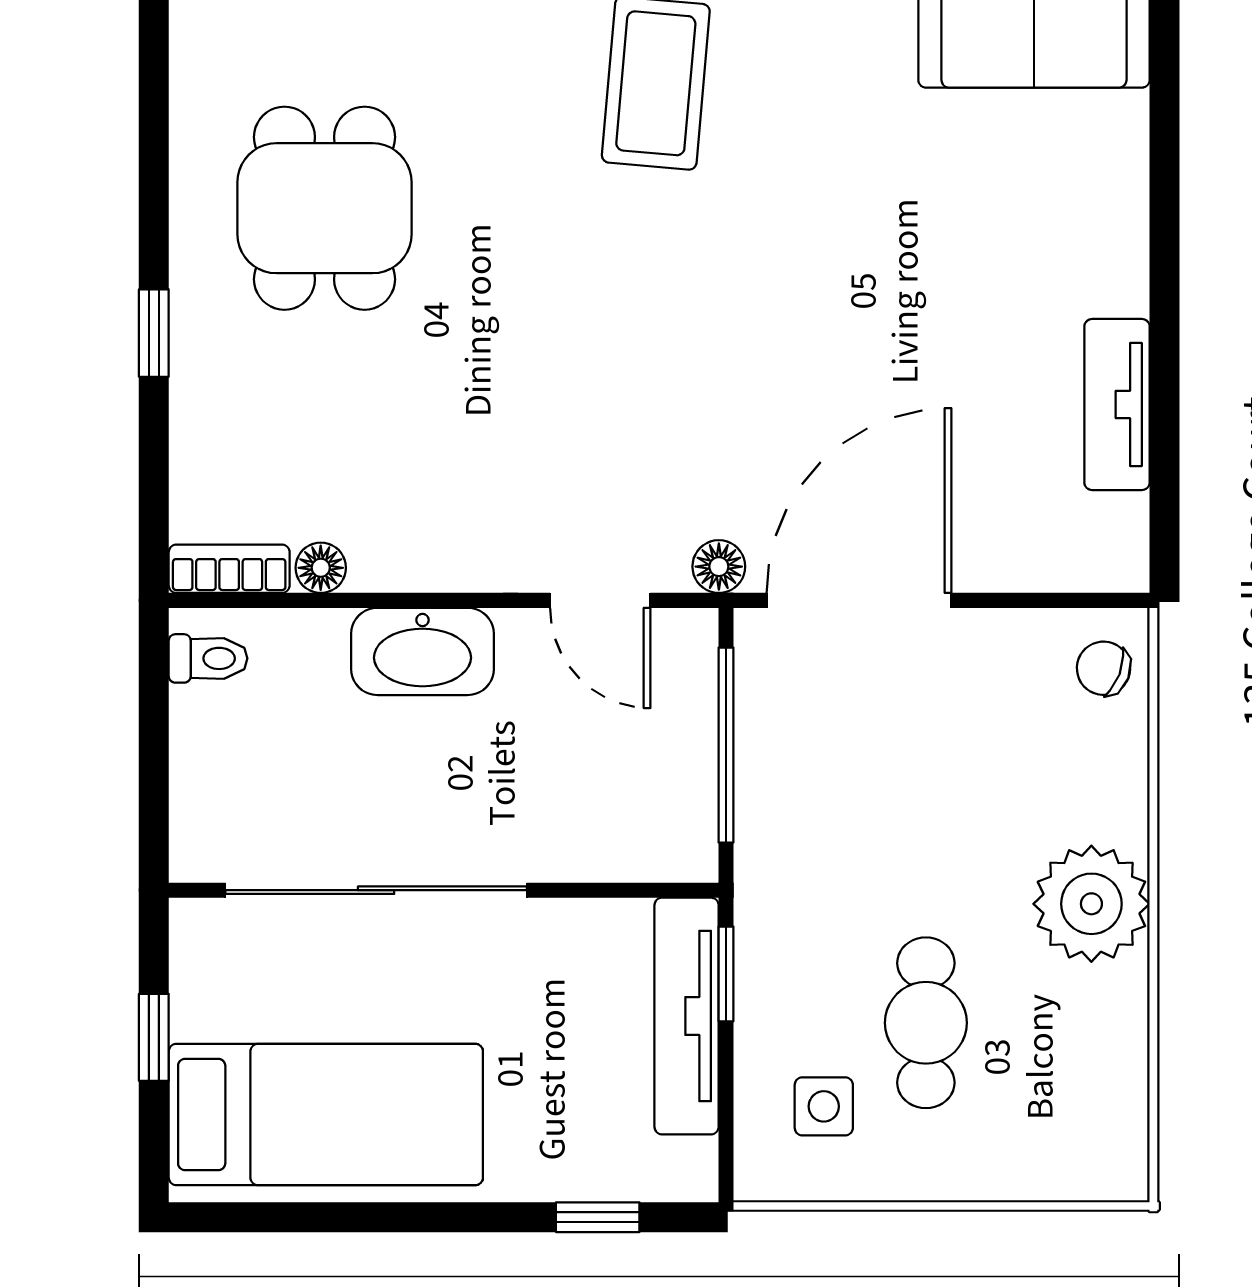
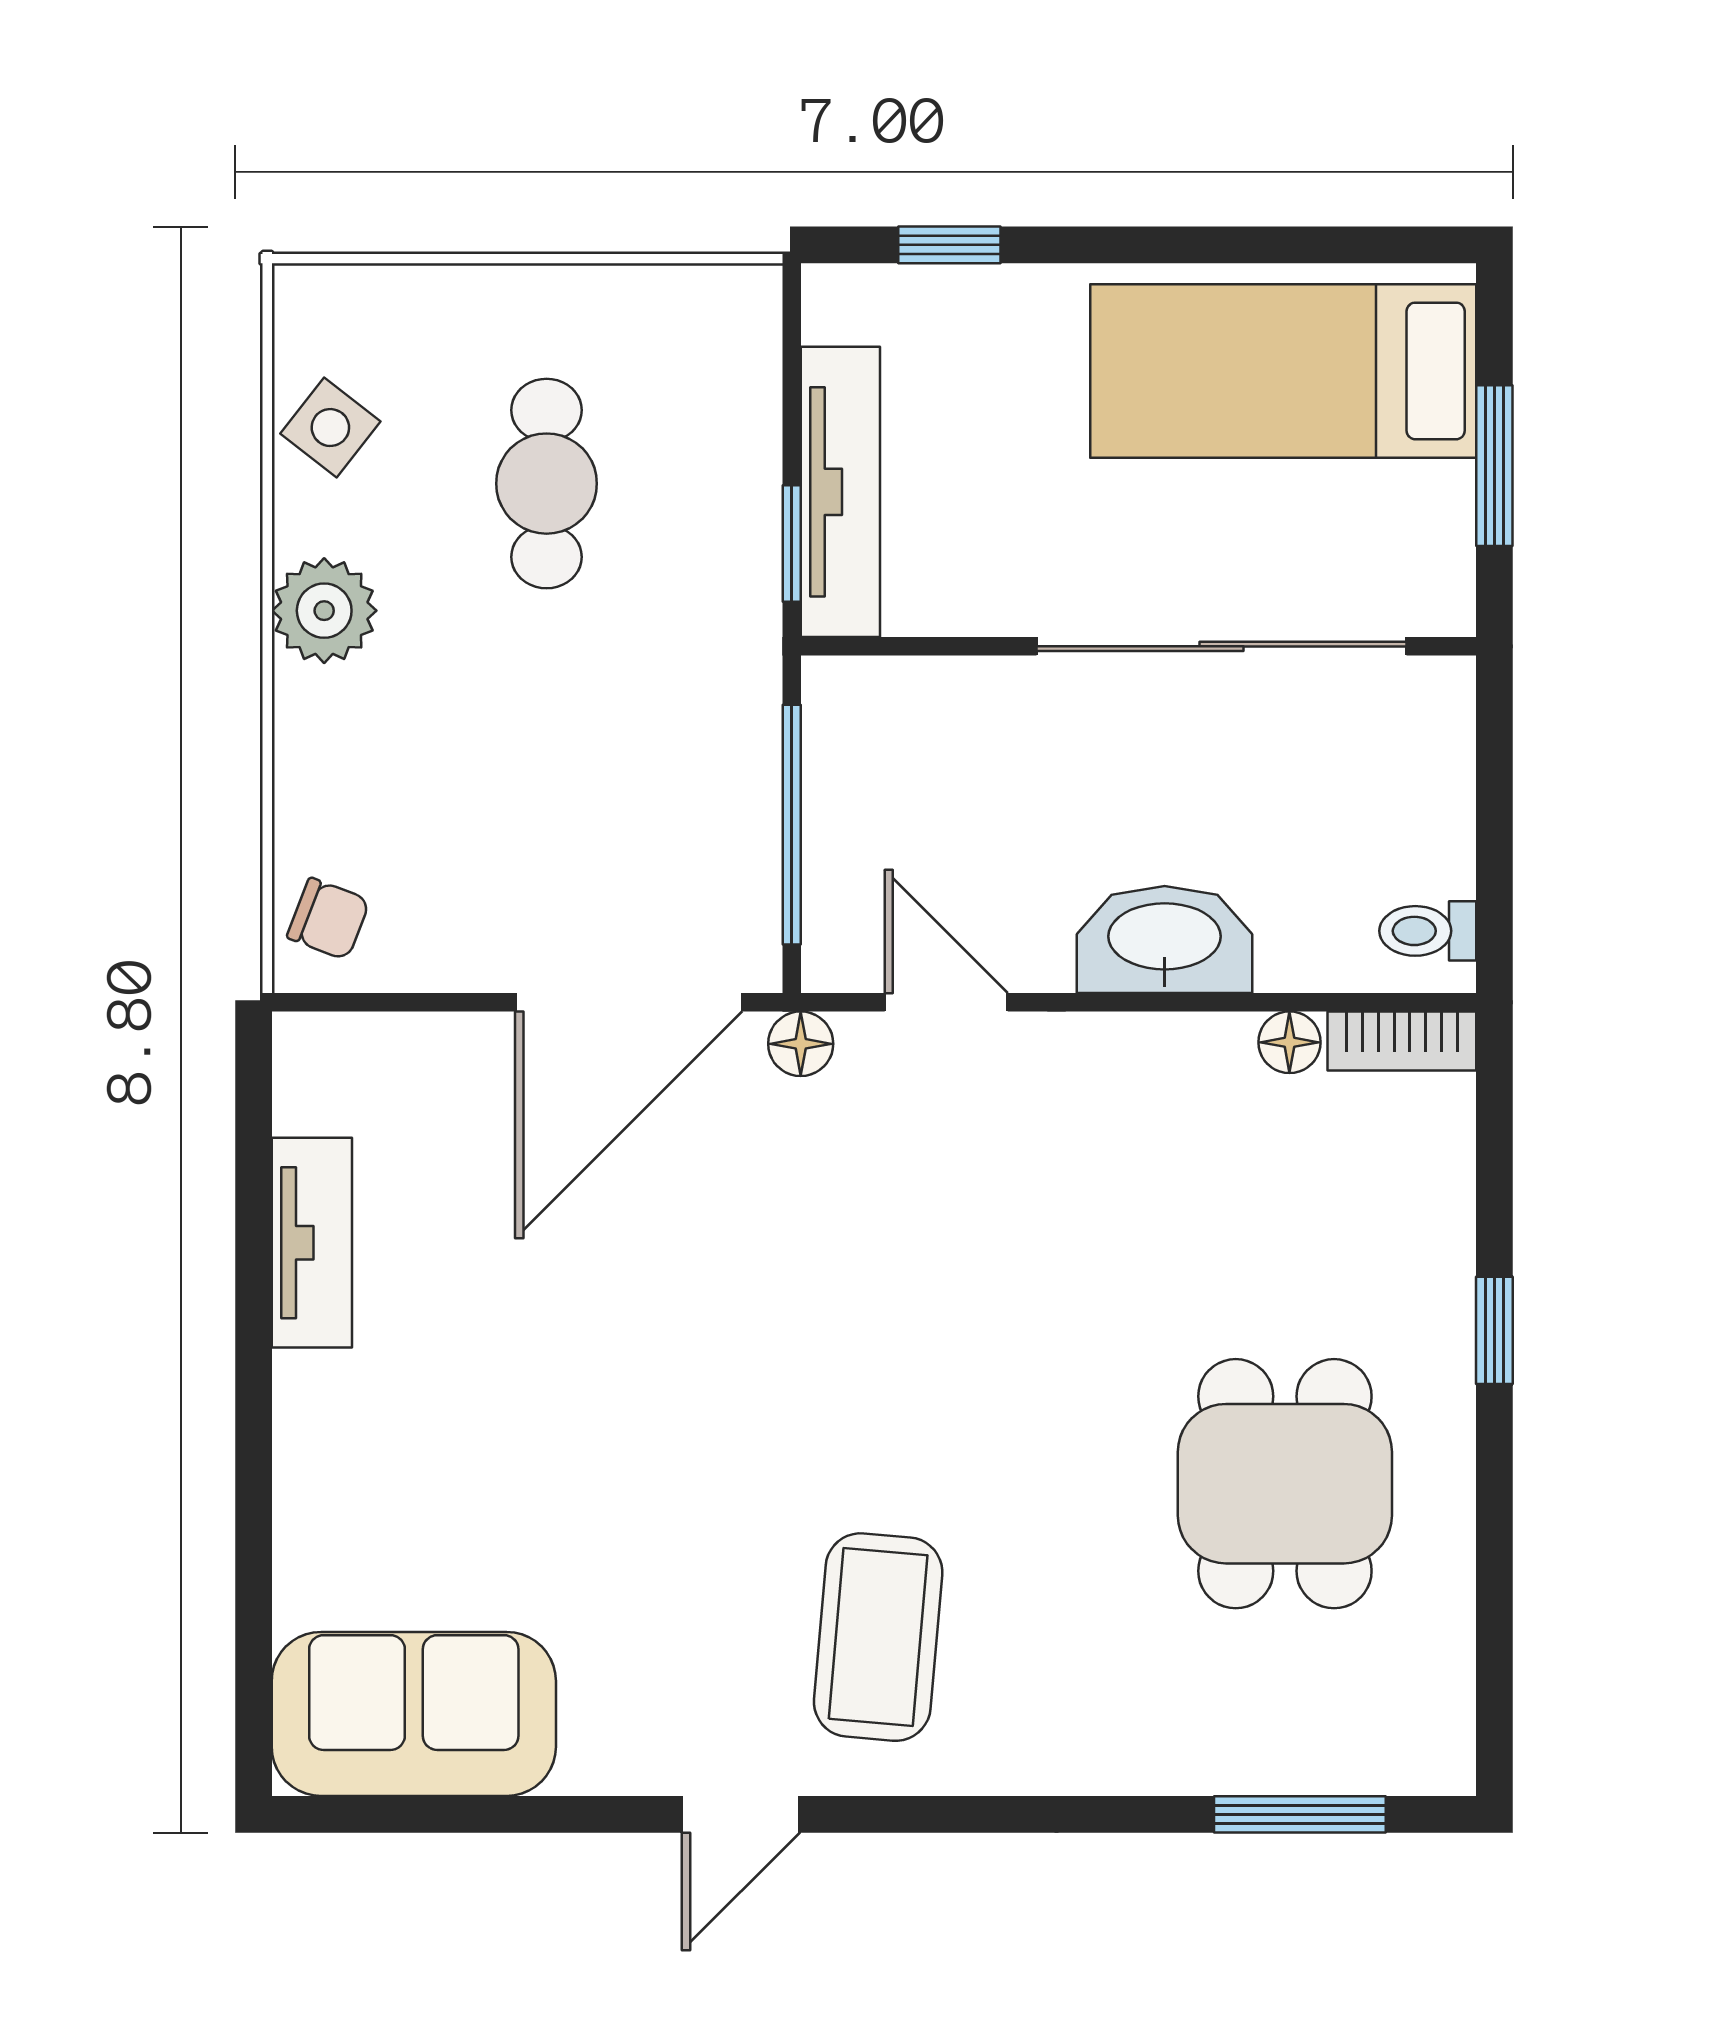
plant: (1091, 904) -> (324, 611), width x0.73, depth x0.73
window: (154, 1037) -> (1494, 466), width x1.50
side table: (824, 1106) -> (330, 428), moved, turned 38

